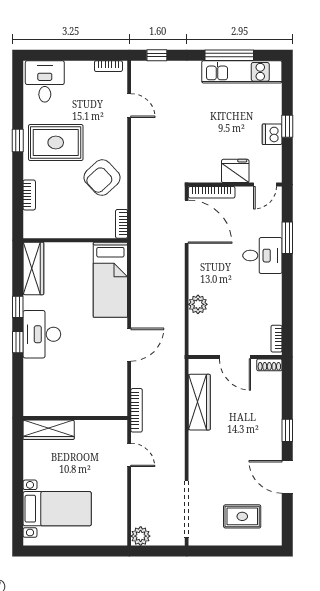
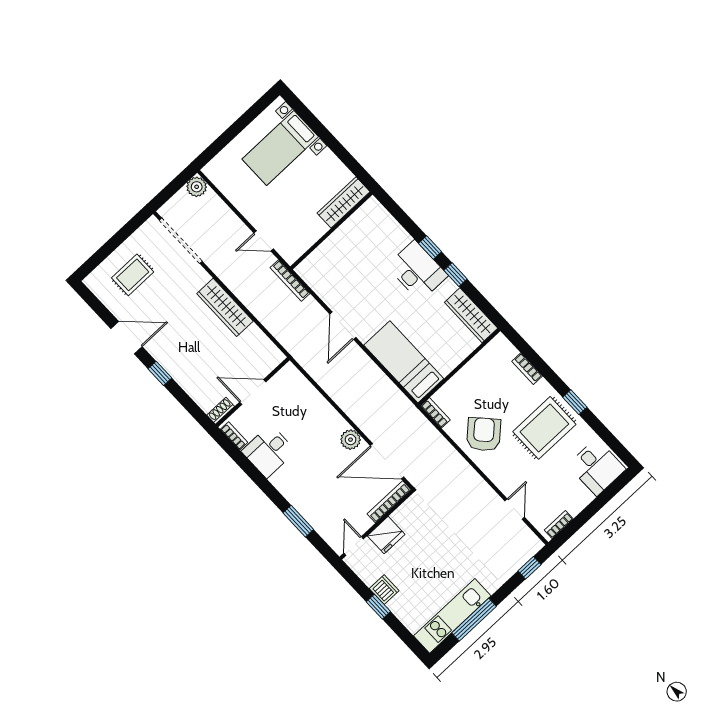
door: (129, 106) -> (515, 509), swing flipped
desk: (262, 256) -> (269, 451), moved
plant: (198, 304) -> (351, 440), moved
wardrobe: (199, 402) -> (225, 307), moved

